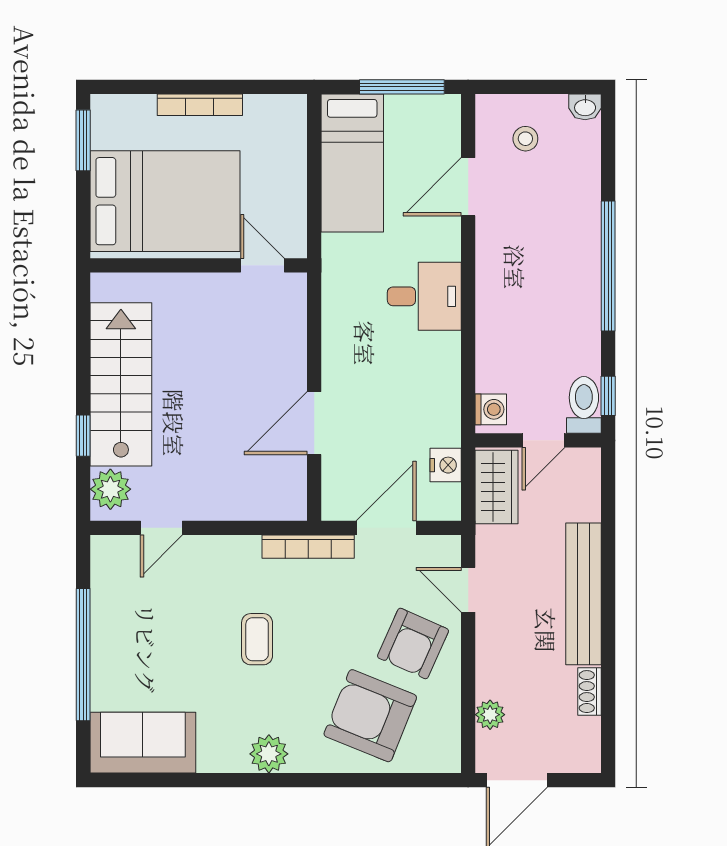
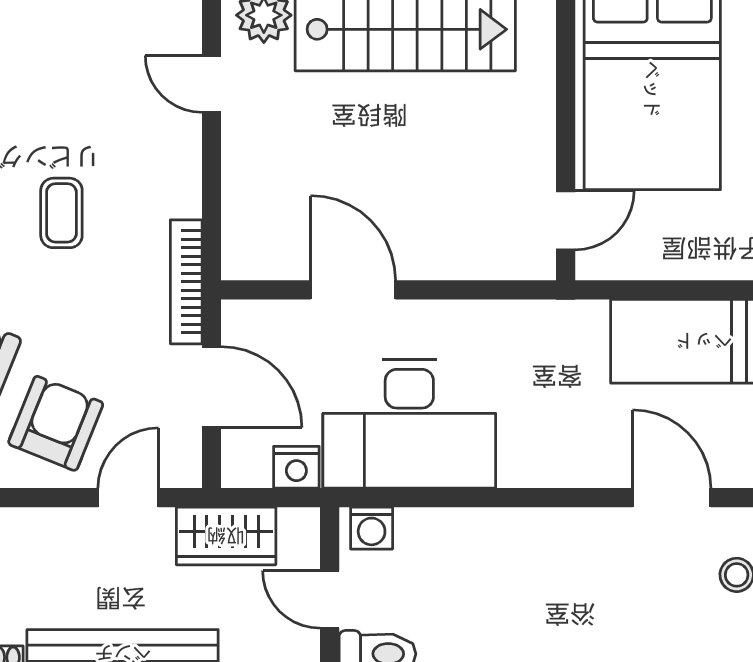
desk: (424, 296) -> (409, 424), moved, width x1.87, depth x1.30
wardrobe: (497, 487) -> (226, 536), moved
coffee table: (257, 639) -> (61, 213), turned 90
armchair: (413, 643) -> (56, 423), turned 88

